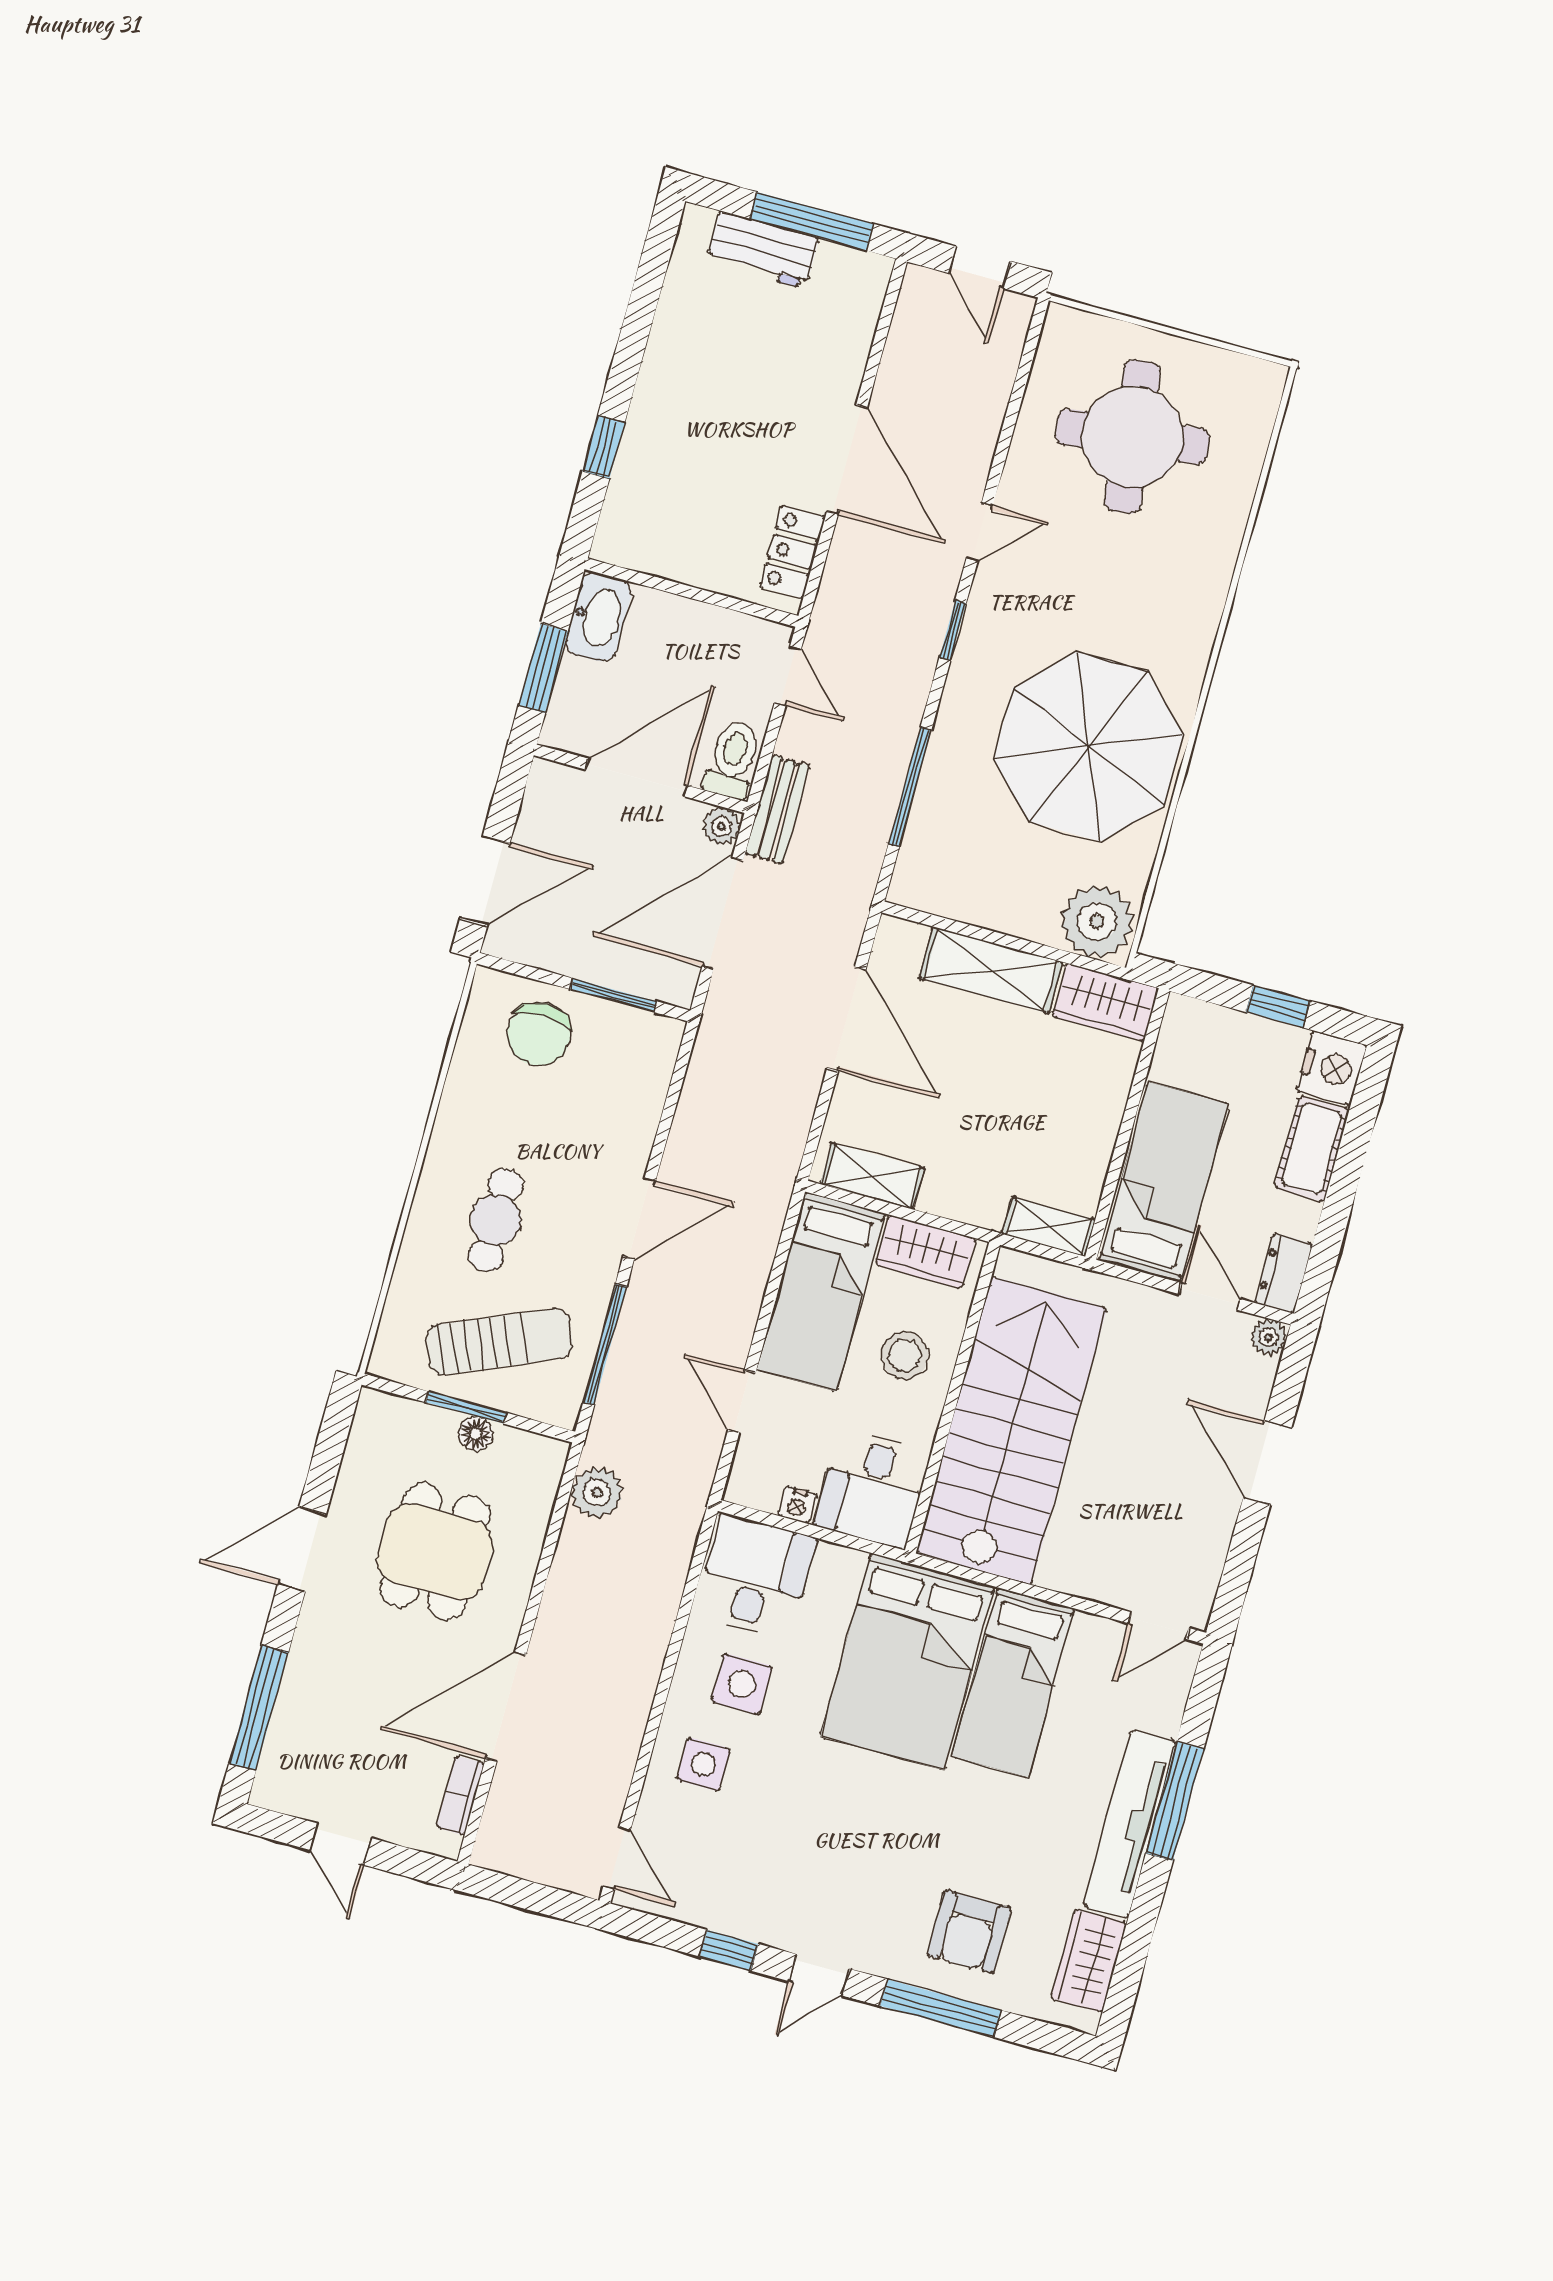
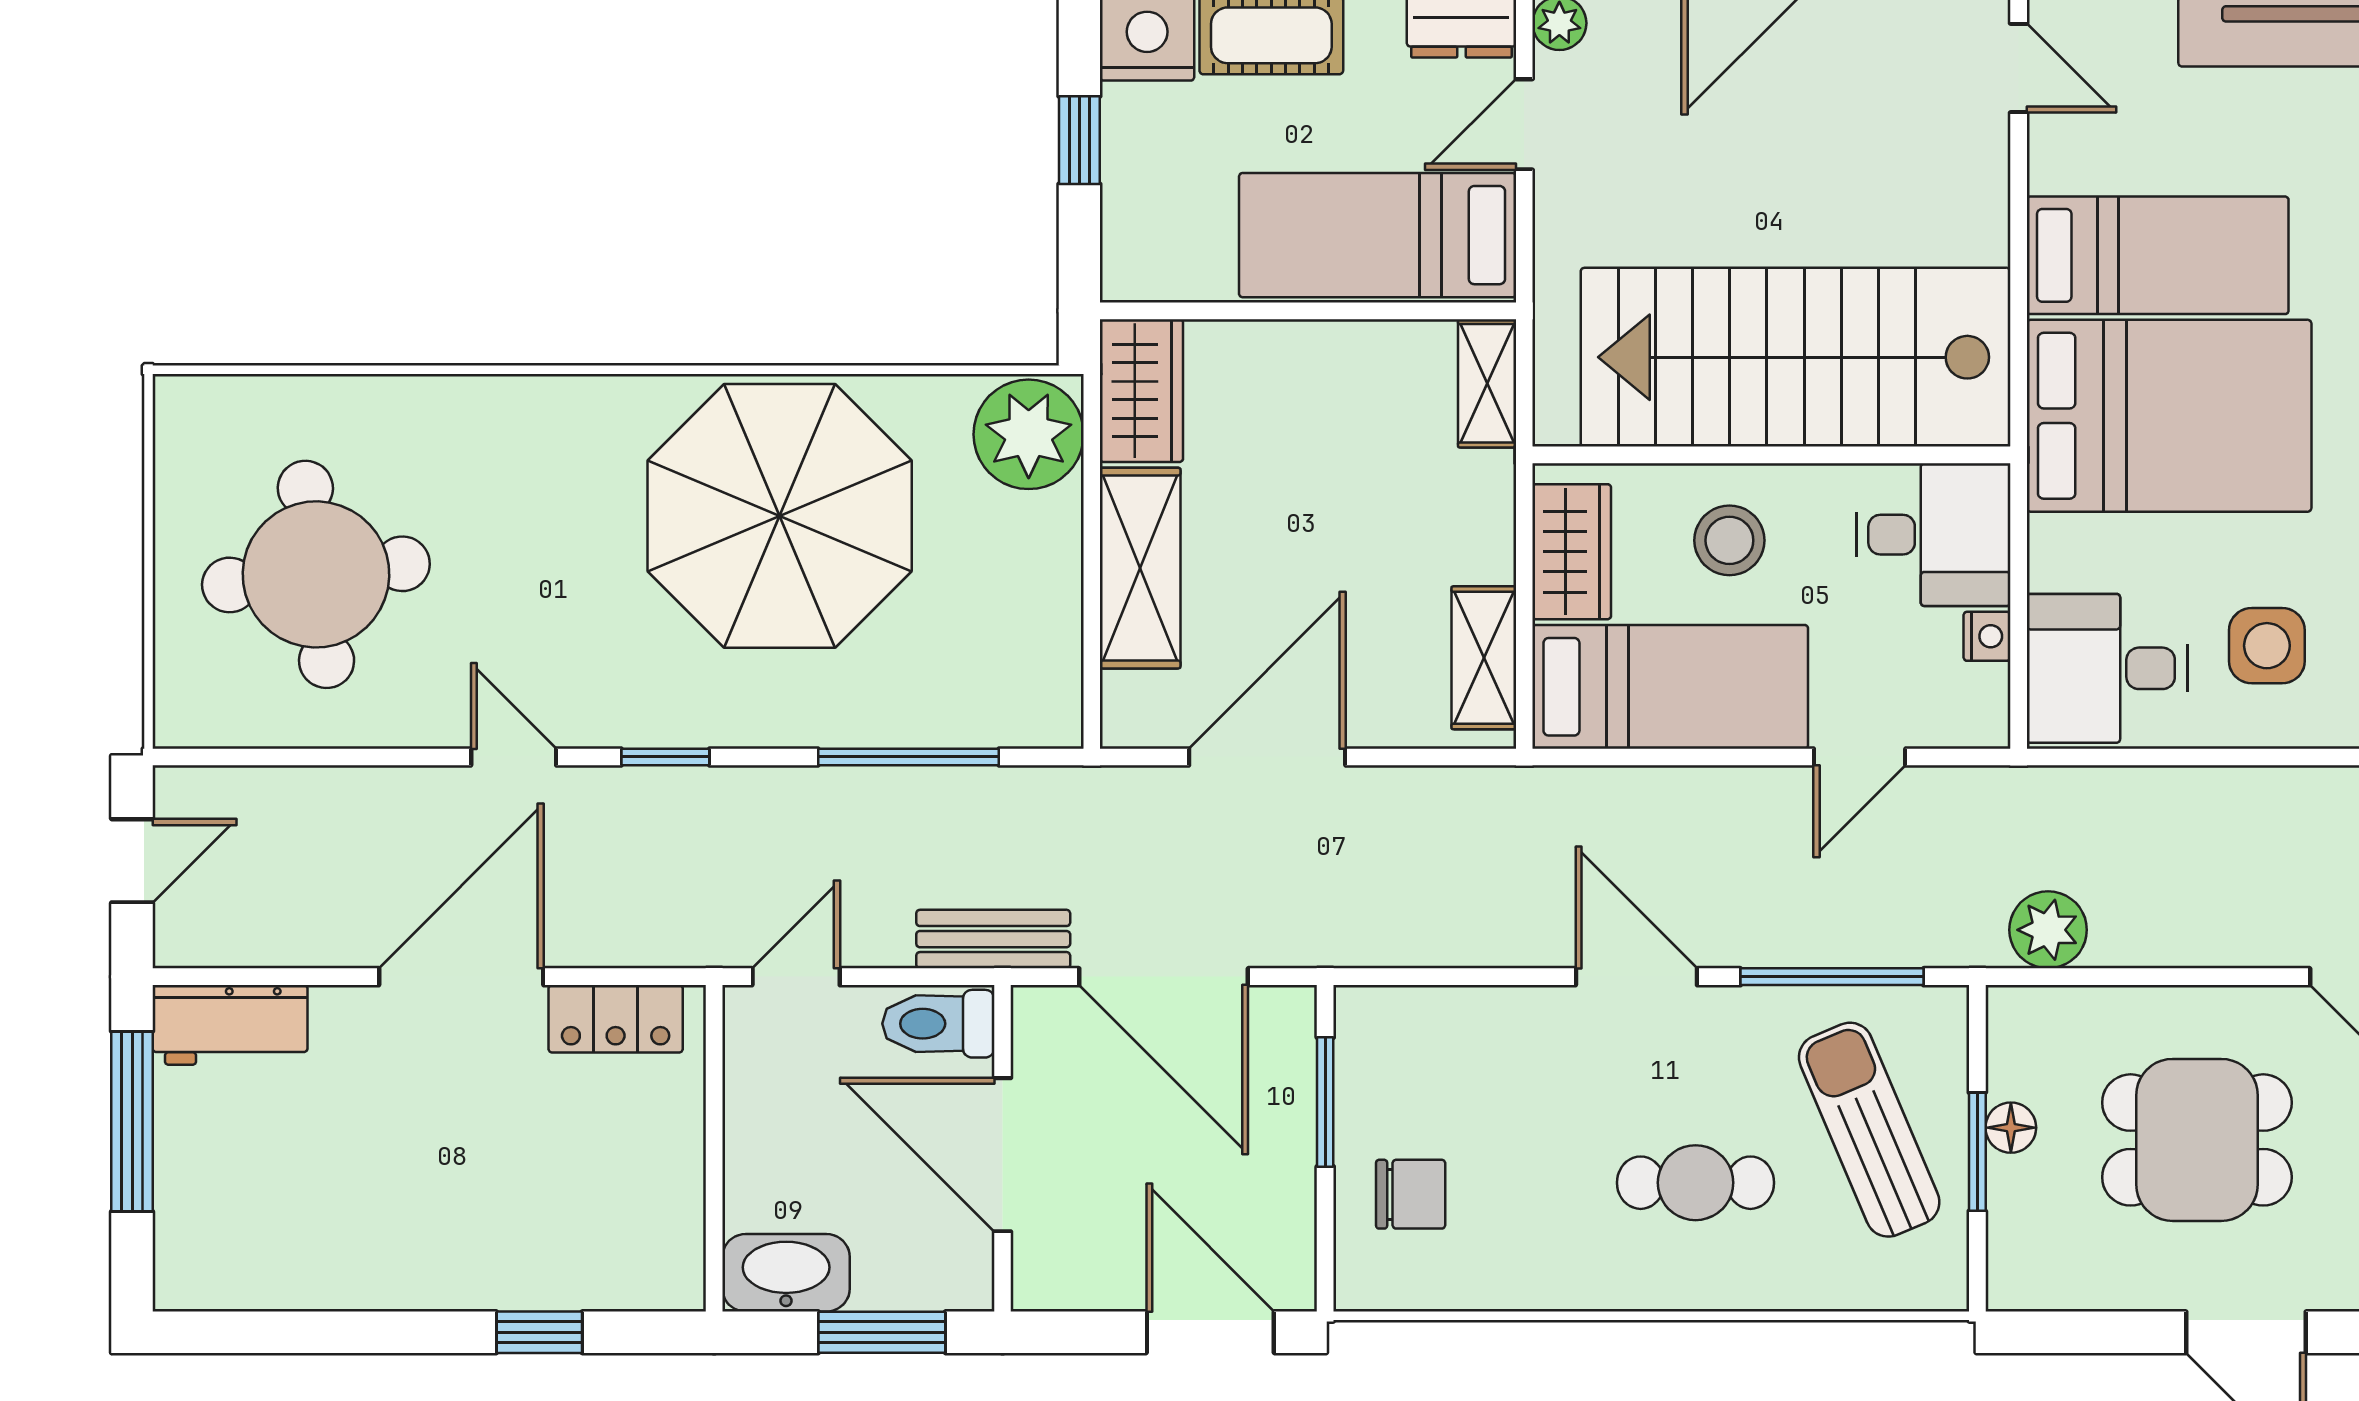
workbench: (762, 250) -> (230, 1025), moved, turned 90
plant: (721, 826) -> (1039, 1013), removed
chair: (539, 1034) -> (1411, 1194), width x0.73, depth x0.73

